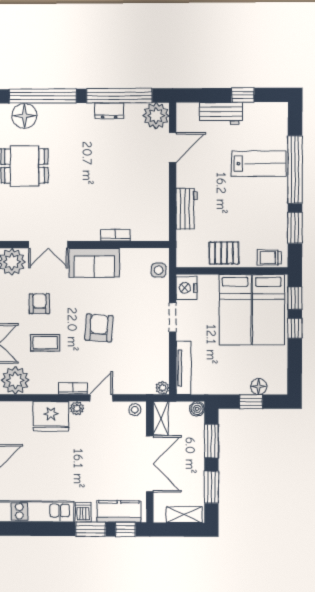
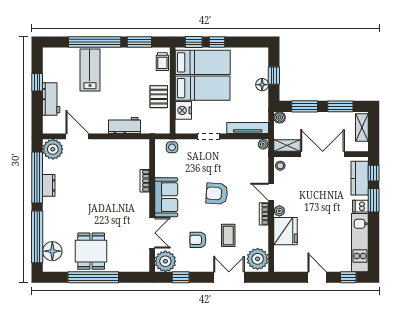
nightstand: (187, 288) -> (183, 110), moved, turned 90
floor lamp: (259, 387) -> (262, 85), moved

